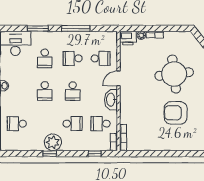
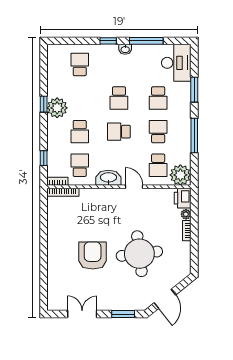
plant: (109, 40) -> (180, 175), added
school desk: (45, 58) -> (158, 98), turned -90
school desk: (45, 91) -> (119, 98), turned -90

